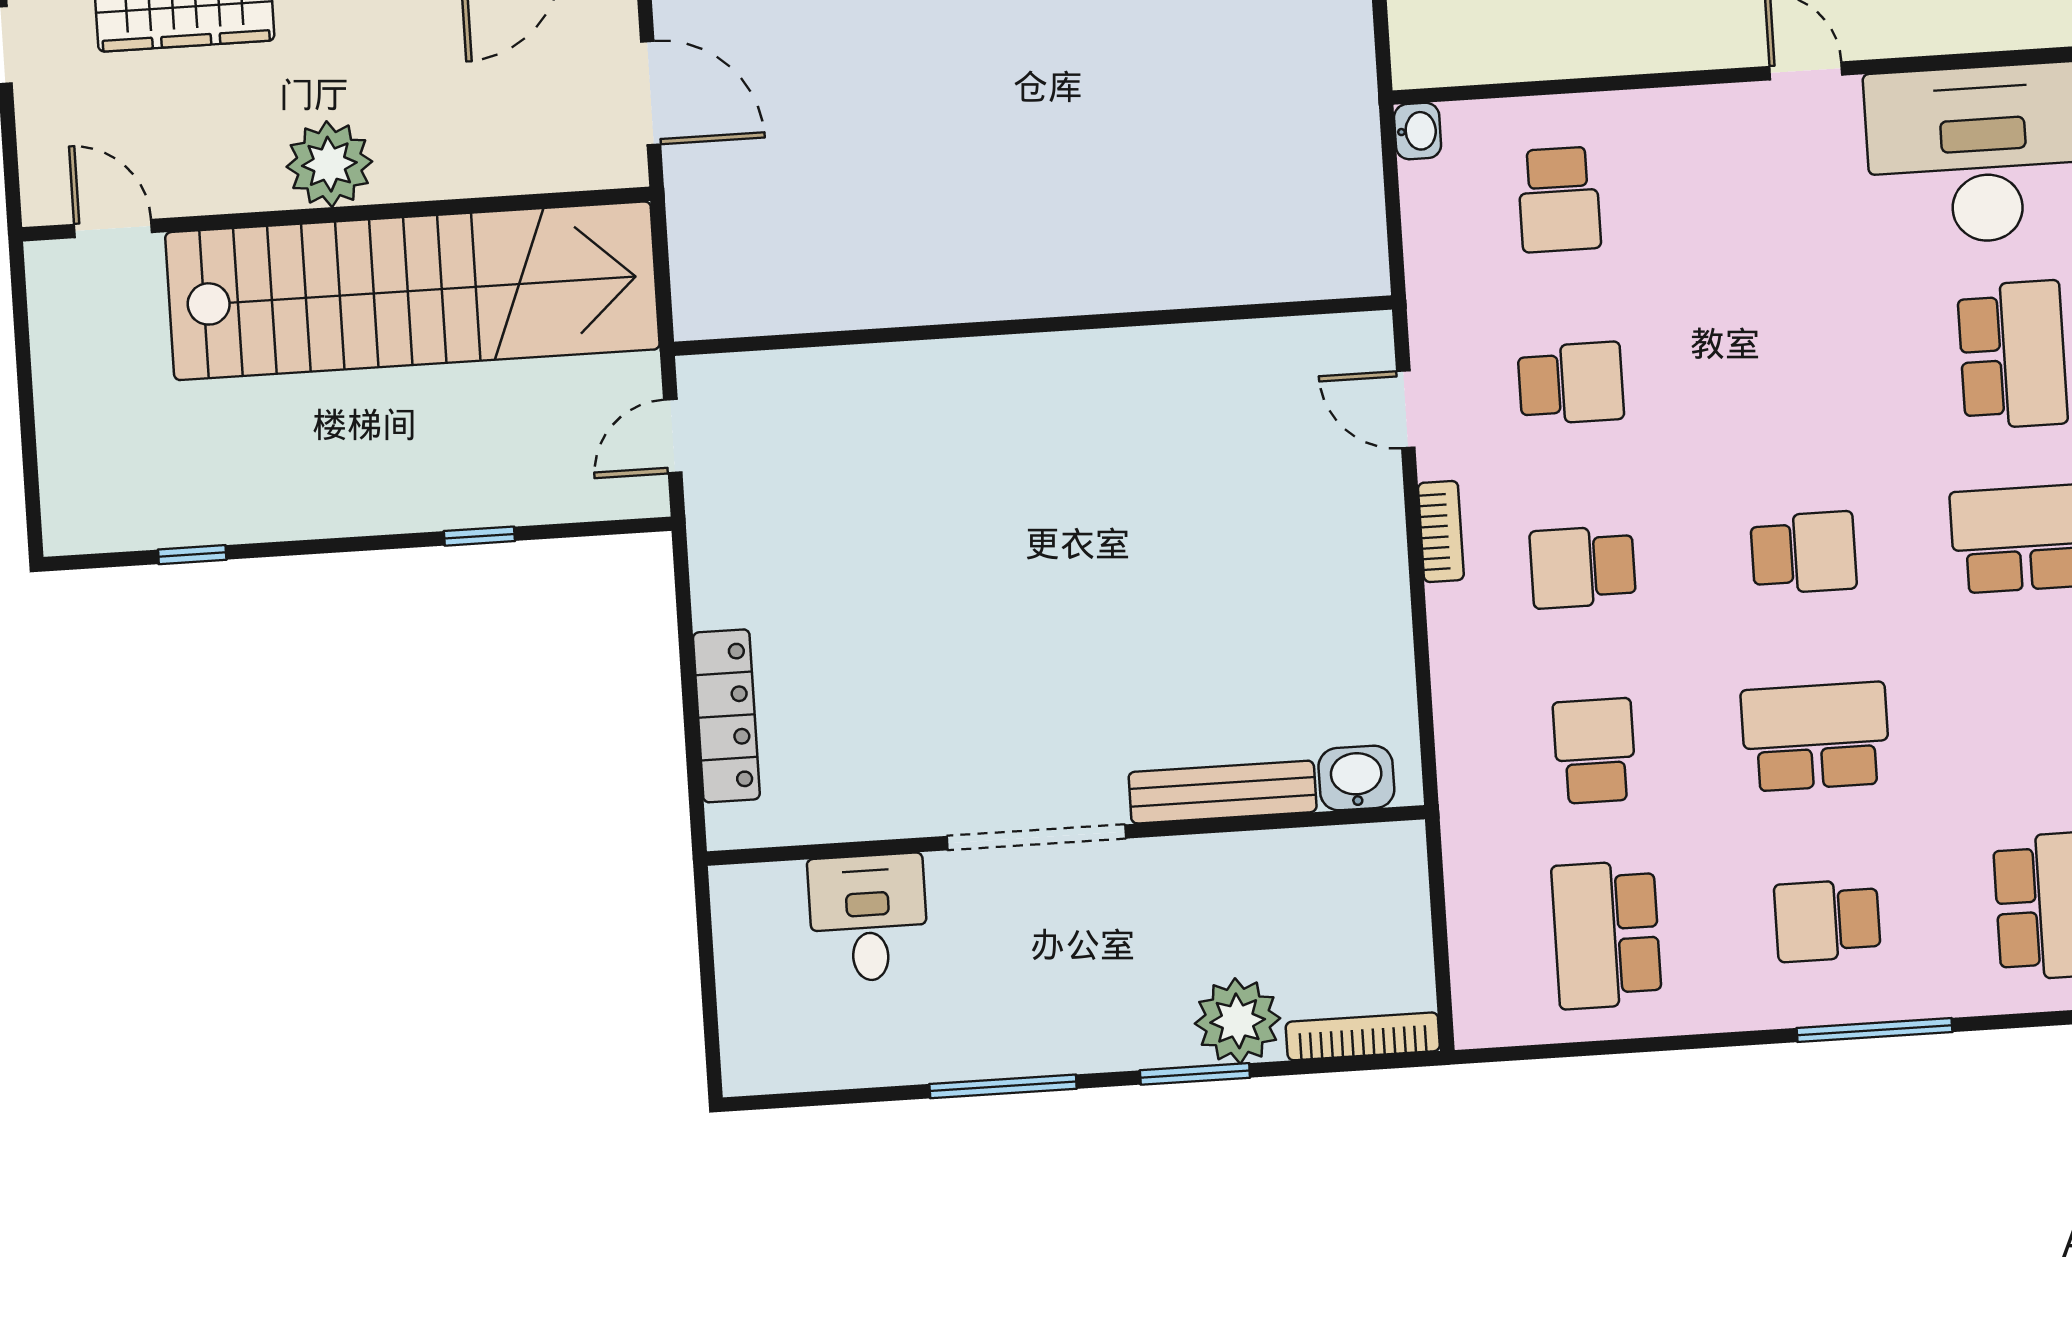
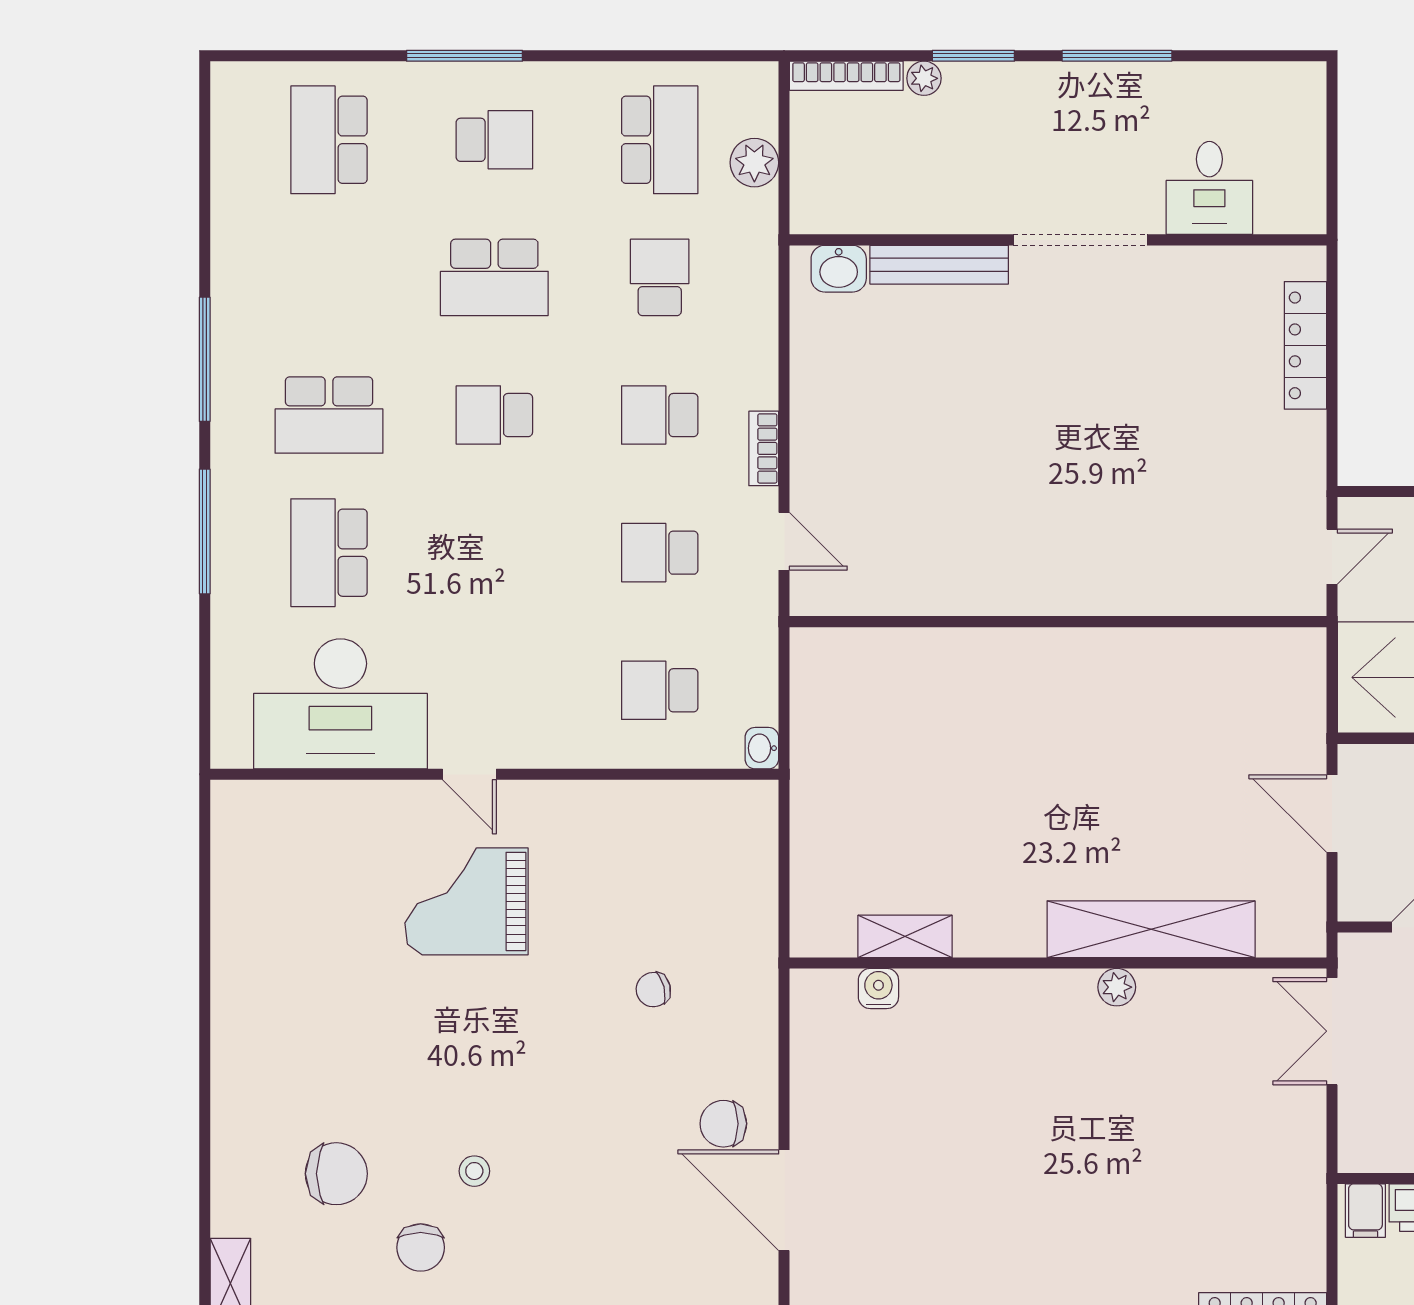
school desk: (1559, 199) -> (660, 690), turned -90
school desk: (1583, 567) -> (660, 415), turned 180
school desk: (1595, 751) -> (660, 277), turned 180
plant: (1478, 912) -> (754, 163), added
plant: (1238, 1021) -> (924, 78), width x0.53, depth x0.53

